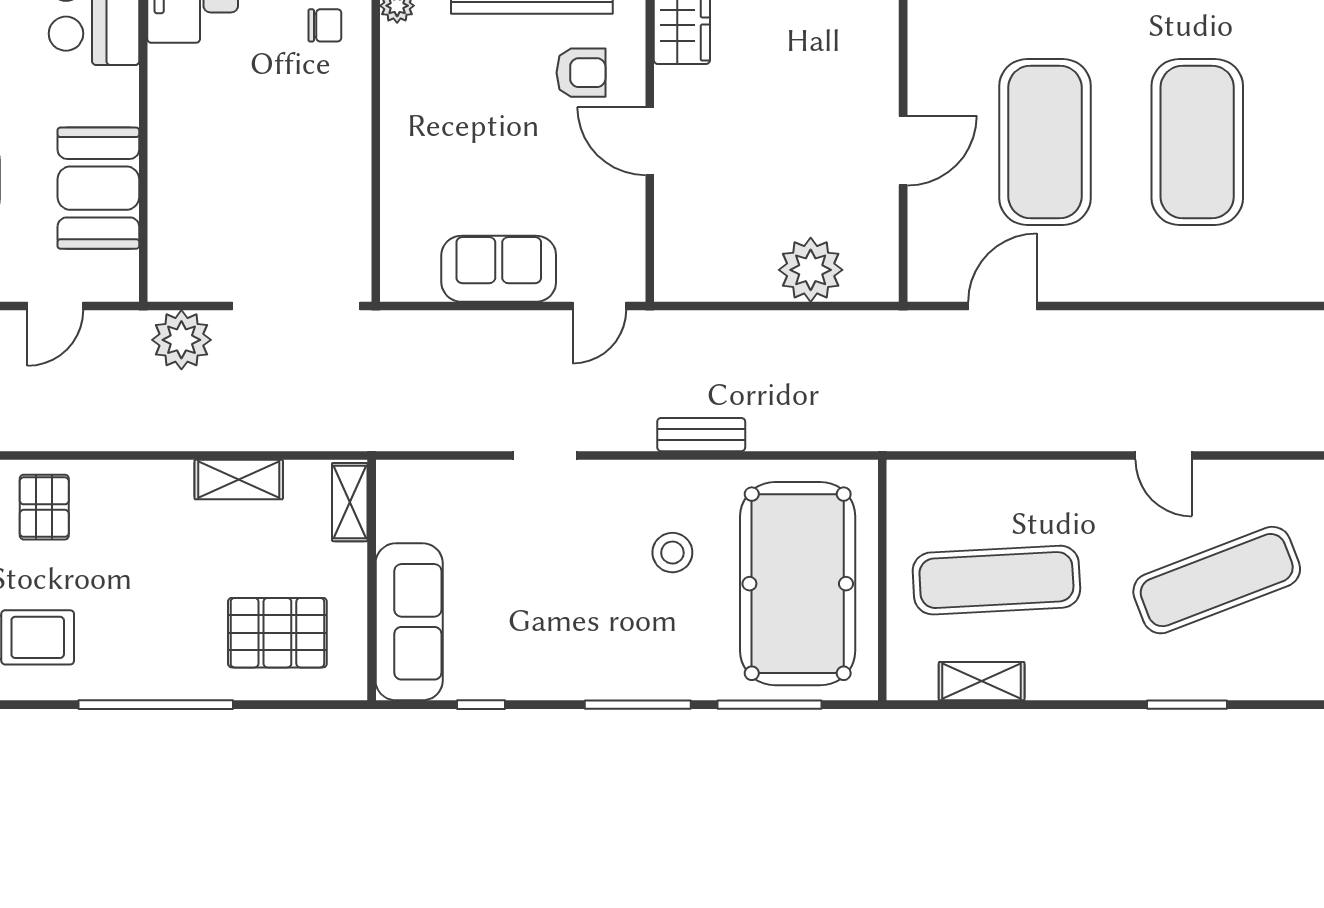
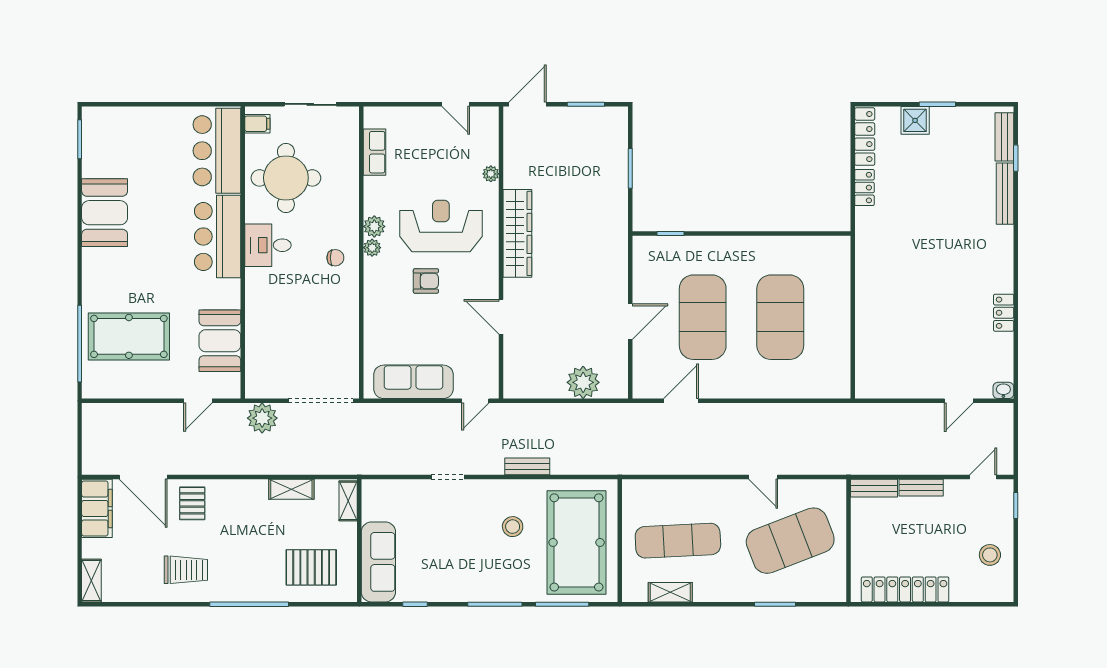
armchair: (581, 73) -> (426, 281), moved
sofa: (499, 269) -> (414, 382), width x1.36
exercise mat: (1217, 580) -> (790, 541), width x1.47

